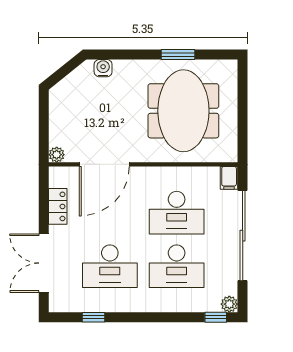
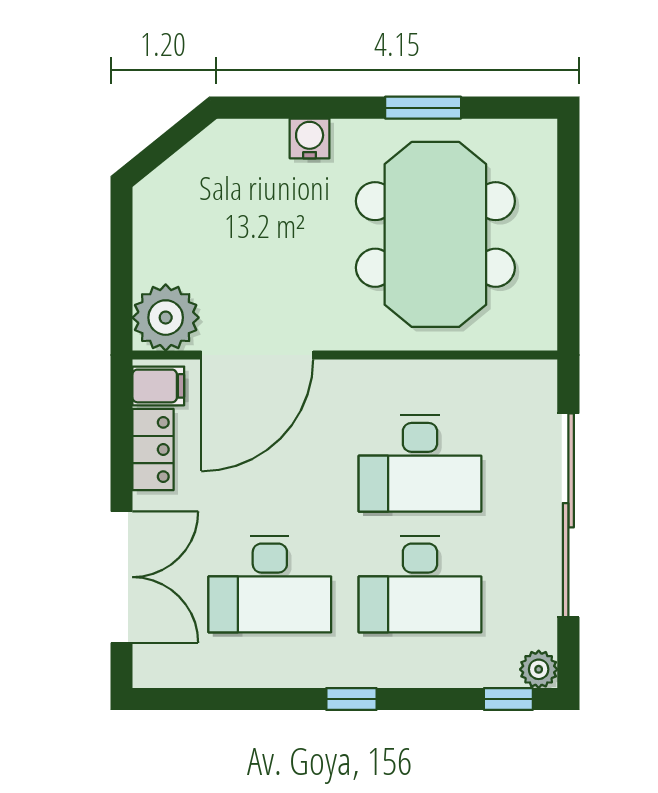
water cooler: (103, 68) -> (310, 138), moved
plant: (57, 155) -> (166, 318), width x1.88, depth x1.88
filing cabinet: (229, 178) -> (158, 386), moved, turned -90
double door: (44, 263) -> (122, 577), swing flipped
window: (93, 317) -> (351, 699), moved

